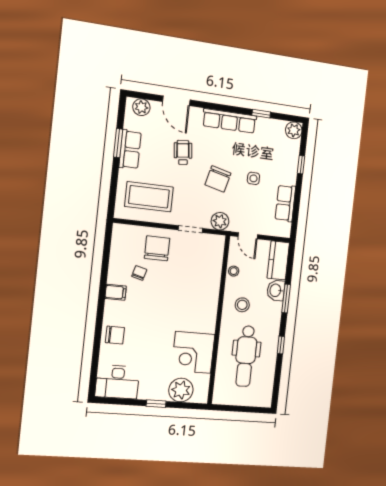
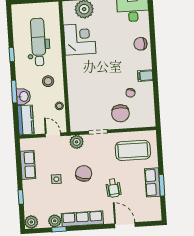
plant: (141, 107) -> (55, 221), moved

